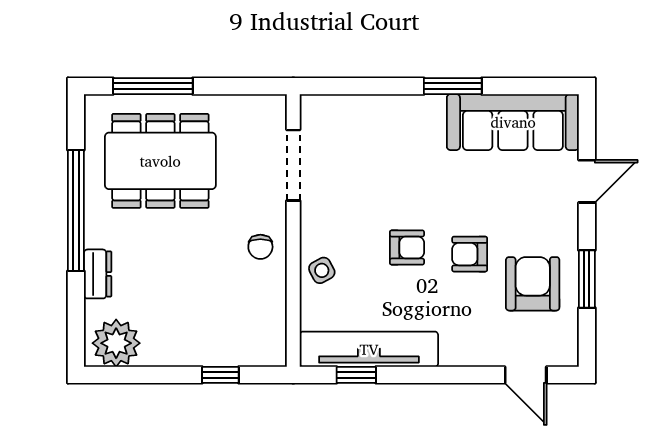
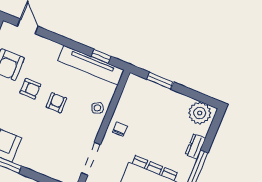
armchair: (407, 248) -> (56, 103), turned 90
window: (220, 375) -> (160, 81), width x1.50

